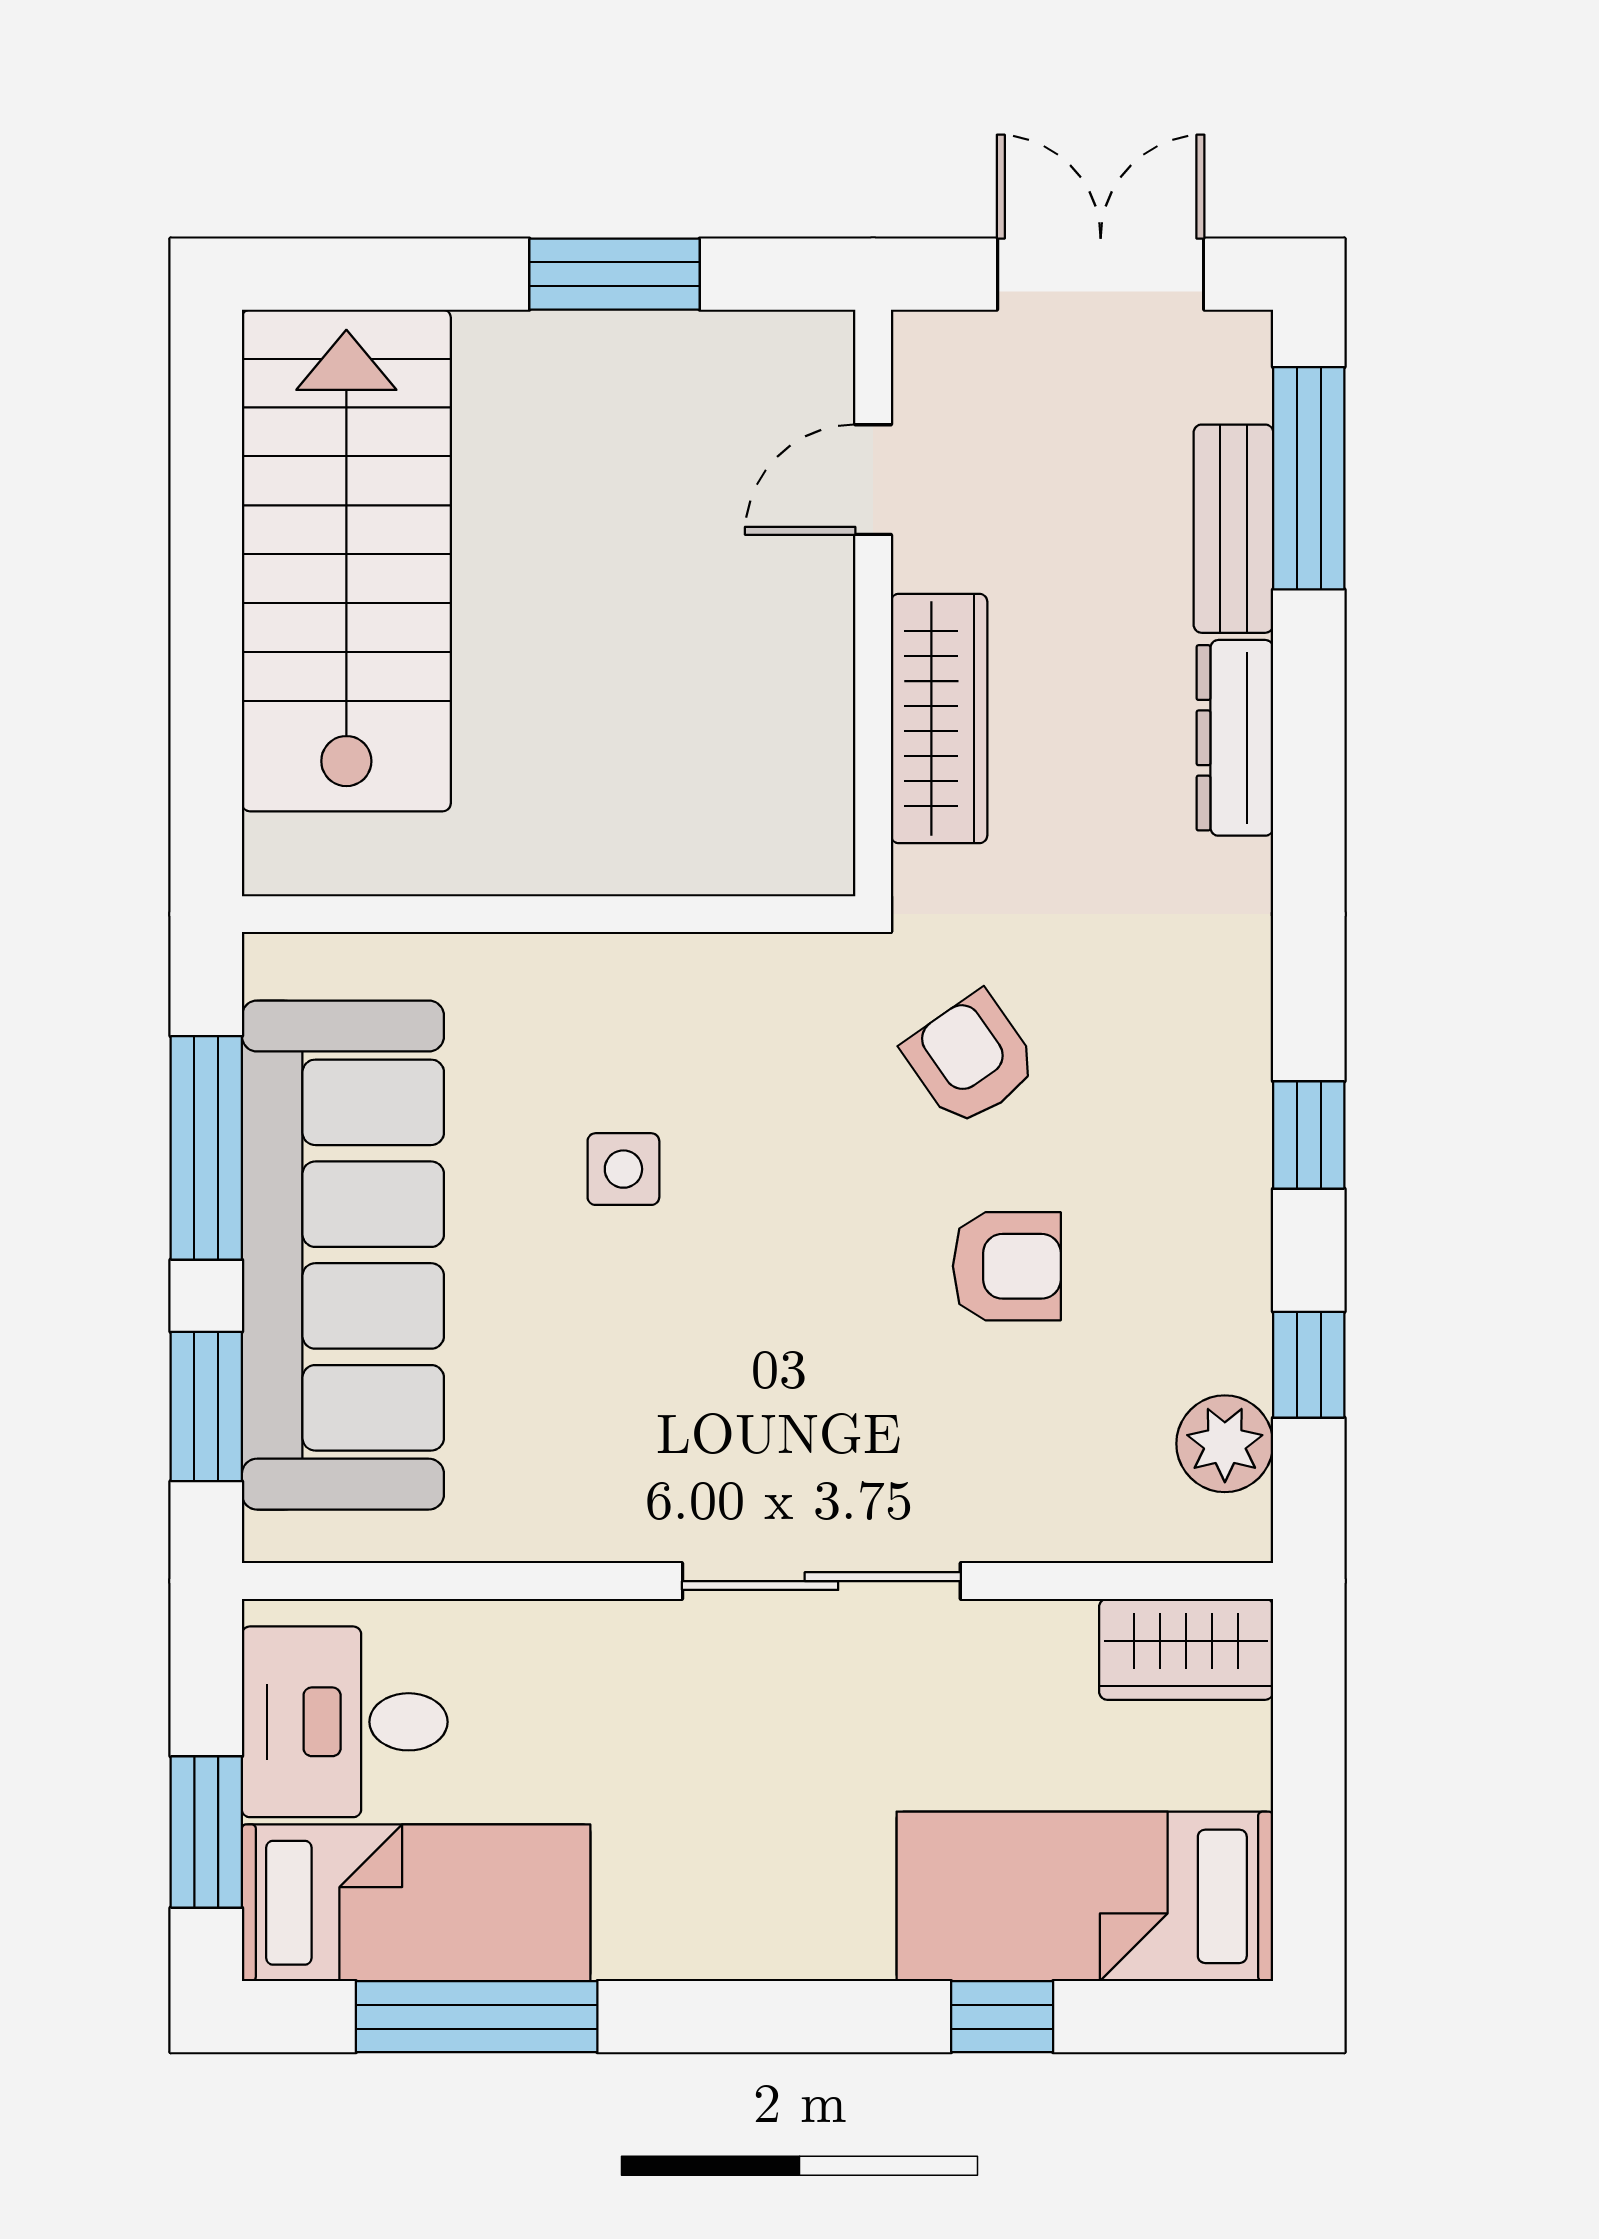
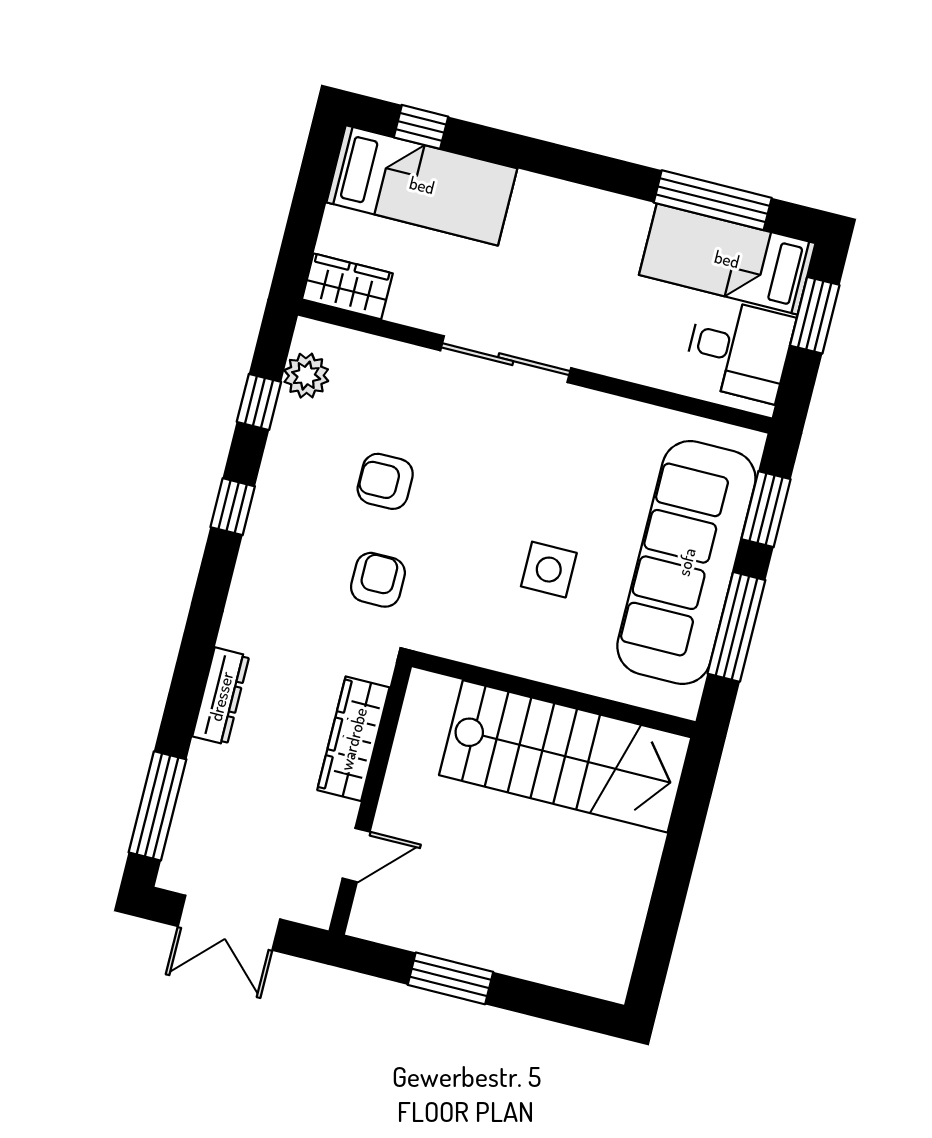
bench: (1233, 529) -> (198, 792), removed
stairs: (346, 560) -> (565, 756), moved, turned -90
armchair: (971, 1059) -> (378, 580), turned -145
side table: (623, 1169) -> (549, 570), width x1.37, depth x1.37
window: (1002, 2017) -> (421, 127), moved

